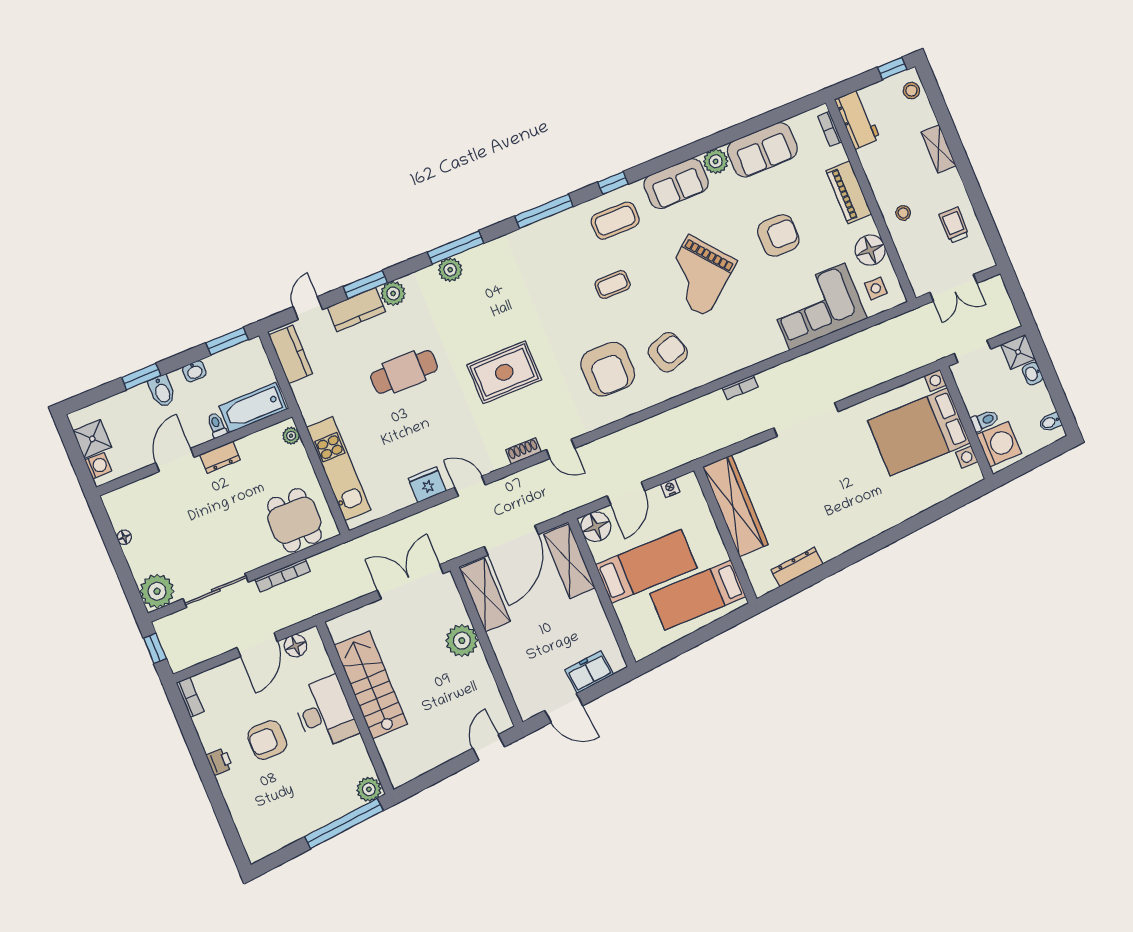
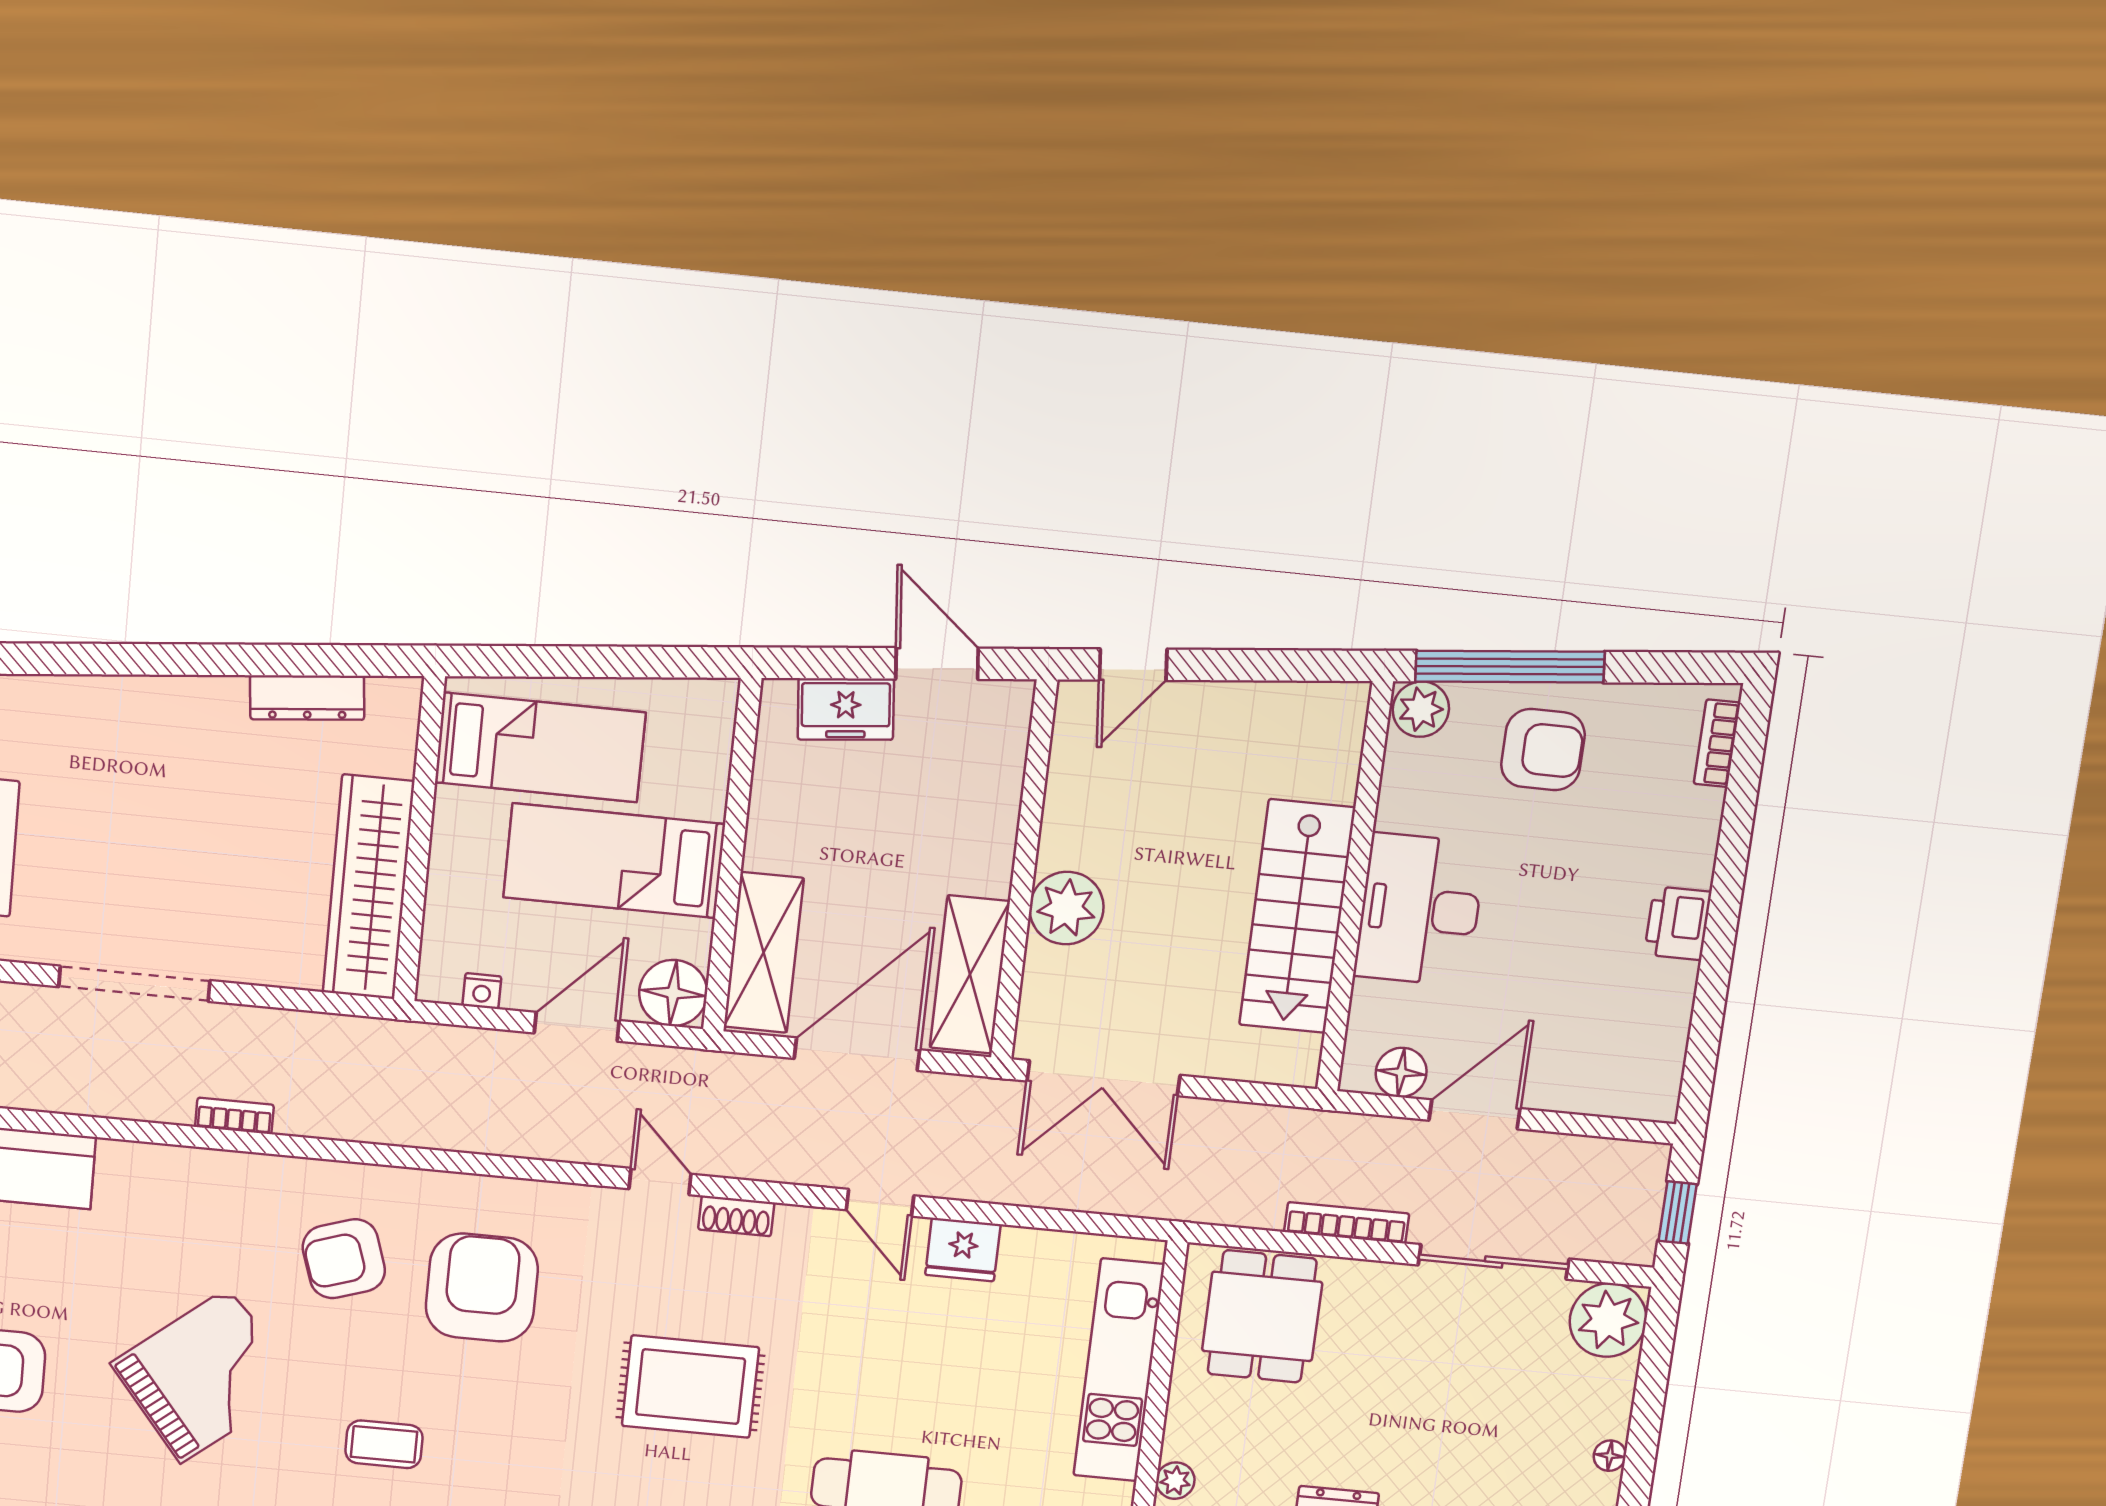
bookcase: (190, 697) -> (1717, 743), moved
armchair: (267, 740) -> (1543, 750), moved
printer: (220, 762) -> (1678, 923), width x1.36, depth x1.24

